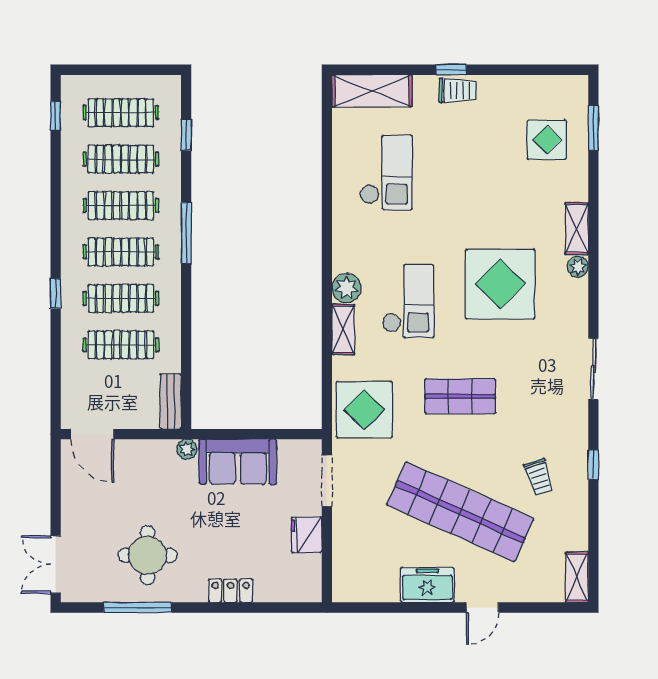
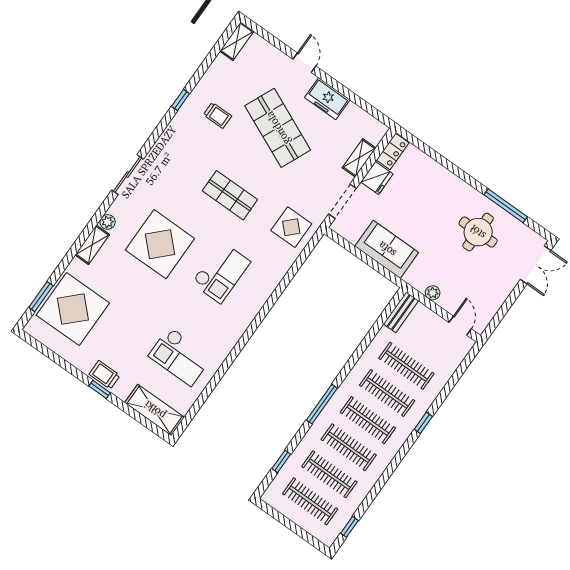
display table: (547, 140) -> (73, 309), width x1.86, depth x1.86
checkout: (386, 173) -> (180, 356), turned -90
plant: (347, 288) -> (251, 305), removed
checkout: (408, 301) -> (221, 272), turned 180
shelving: (343, 330) -> (359, 158), moved
sliding door: (593, 369) -> (128, 175), moved
display table: (364, 410) -> (291, 227), width x0.73, depth x0.73
door: (92, 434) -> (460, 326), width x0.73
plant: (187, 449) -> (433, 293), moved
trolley: (539, 477) -> (217, 115), turned 108
shop shelf: (460, 512) -> (278, 128), width x0.71
locker: (231, 591) -> (393, 151), moved, turned -90
door: (482, 608) -> (304, 63), hinge flipped

